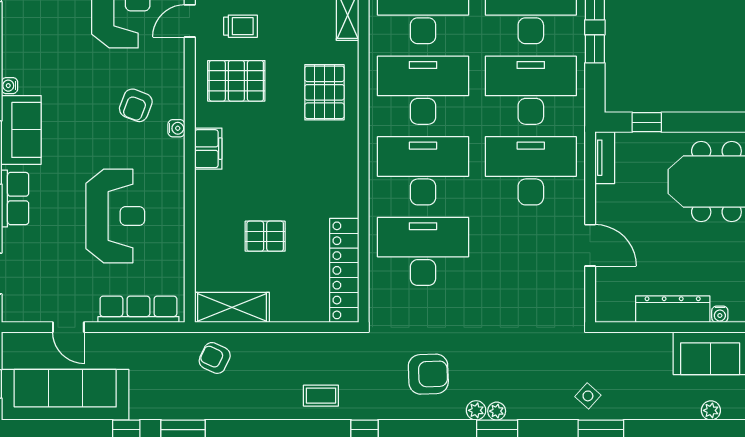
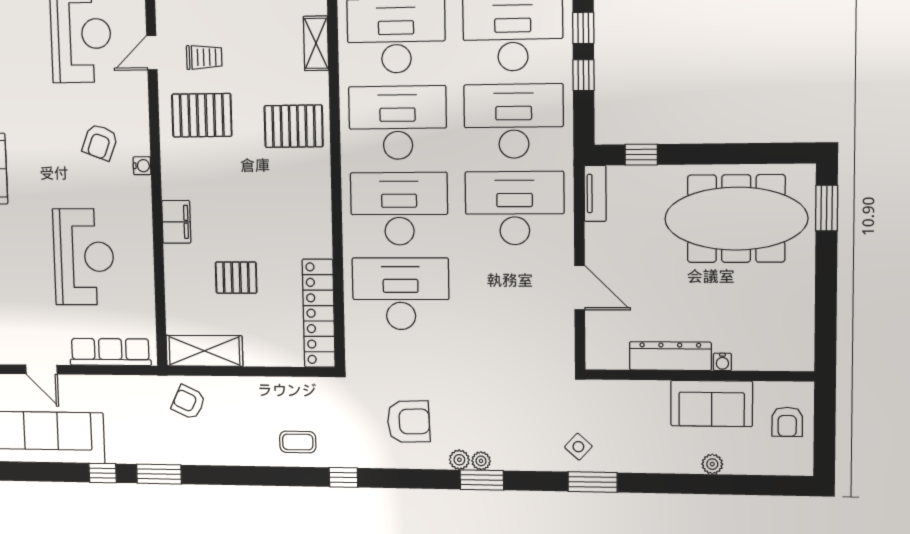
pallet: (324, 92) -> (294, 126), turned 90
filing cabinet: (208, 149) -> (176, 222), moved

